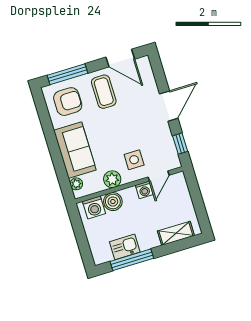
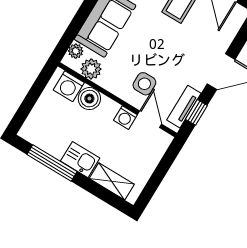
tv unit: (170, 148) -> (184, 107), added
door: (159, 176) -> (150, 119), swing flipped
plant: (112, 179) -> (91, 69), moved
kitchen sink: (125, 247) -> (80, 160), moved

